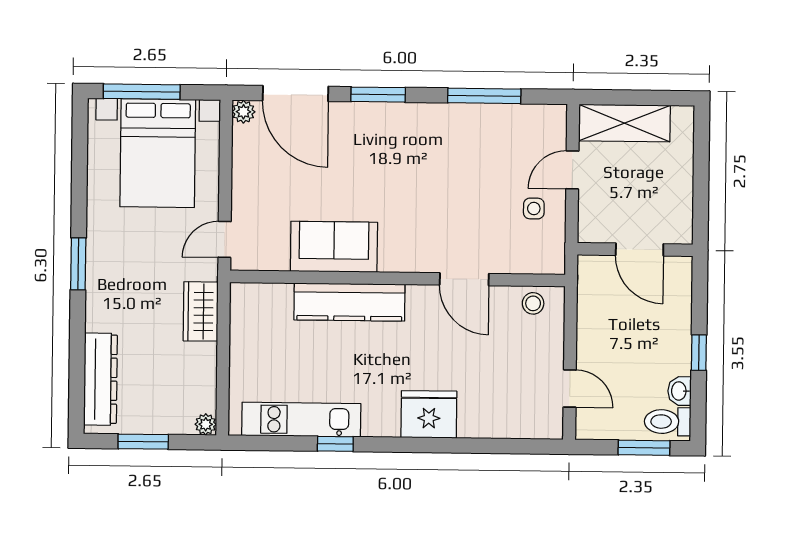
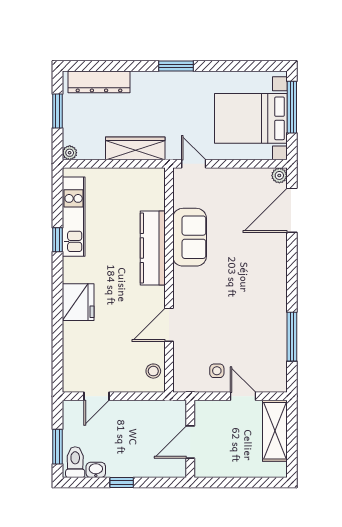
window: (378, 95) -> (292, 266), removed
wardrobe: (201, 311) -> (135, 148), width x1.50

